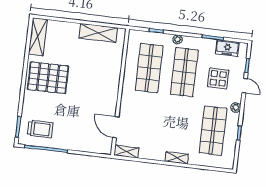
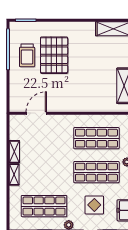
pallet: (48, 78) -> (54, 55), moved
trolley: (40, 129) -> (27, 55), moved
shelving: (127, 152) -> (14, 152), moved

